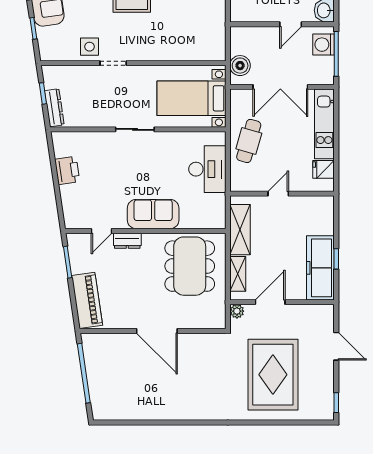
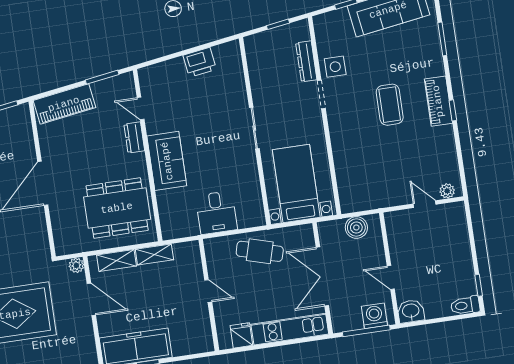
boiler: (240, 66) -> (356, 228), moved
dresser: (54, 108) -> (306, 61), moved, turned 98
desk: (207, 169) -> (216, 213), width x0.73
shelving: (240, 230) -> (154, 254), width x0.67, depth x0.75

